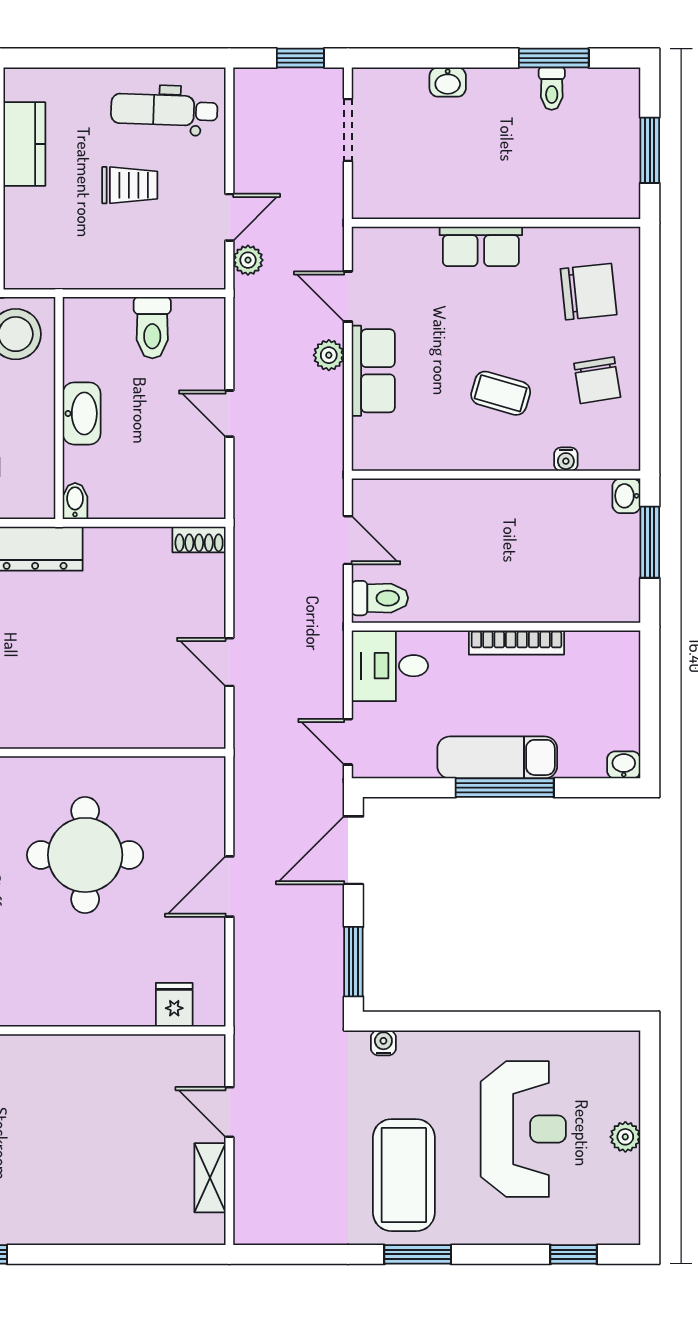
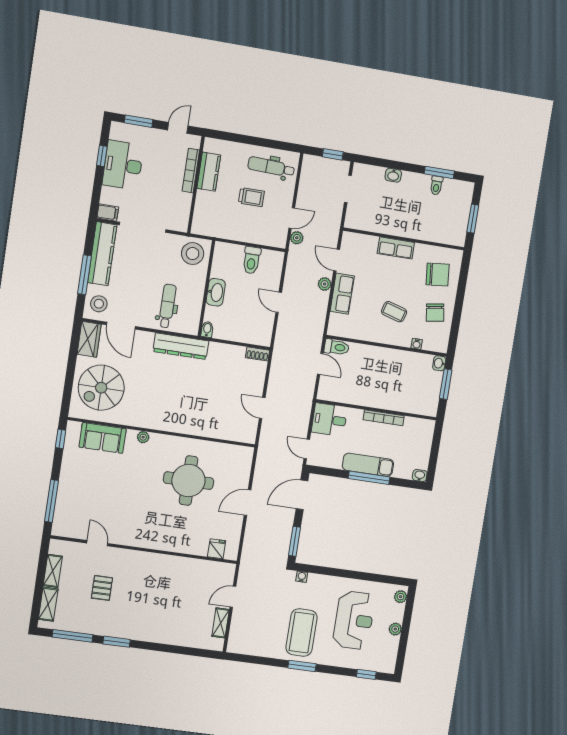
toilet: (380, 598) -> (337, 347), moved
plant: (625, 1058) -> (400, 597), added
door: (229, 1112) -> (233, 597), hinge flipped

